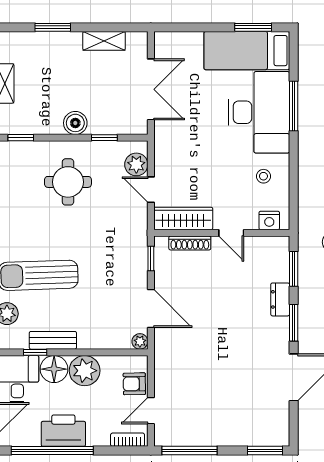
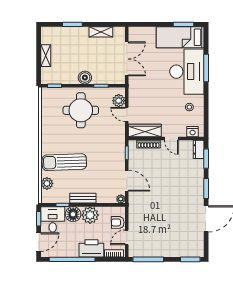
round table: (68, 182) -> (81, 110), width x1.36, depth x1.36
dresser: (280, 299) -> (199, 149), moved
bench: (53, 340) -> (83, 198), moved
printer: (63, 431) -> (91, 248), moved

